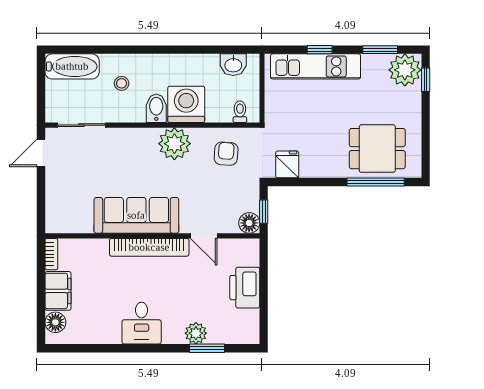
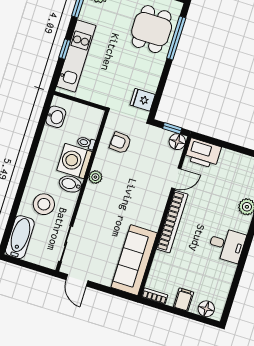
stool: (122, 83) -> (44, 204), width x1.89, depth x1.89
toilet: (240, 112) -> (86, 143), moved
plant: (174, 144) -> (95, 177), width x0.53, depth x0.53
sofa: (136, 215) -> (134, 260), moved
printer: (245, 288) -> (203, 153), moved
filing cabinet: (58, 291) -> (184, 300), width x0.50

